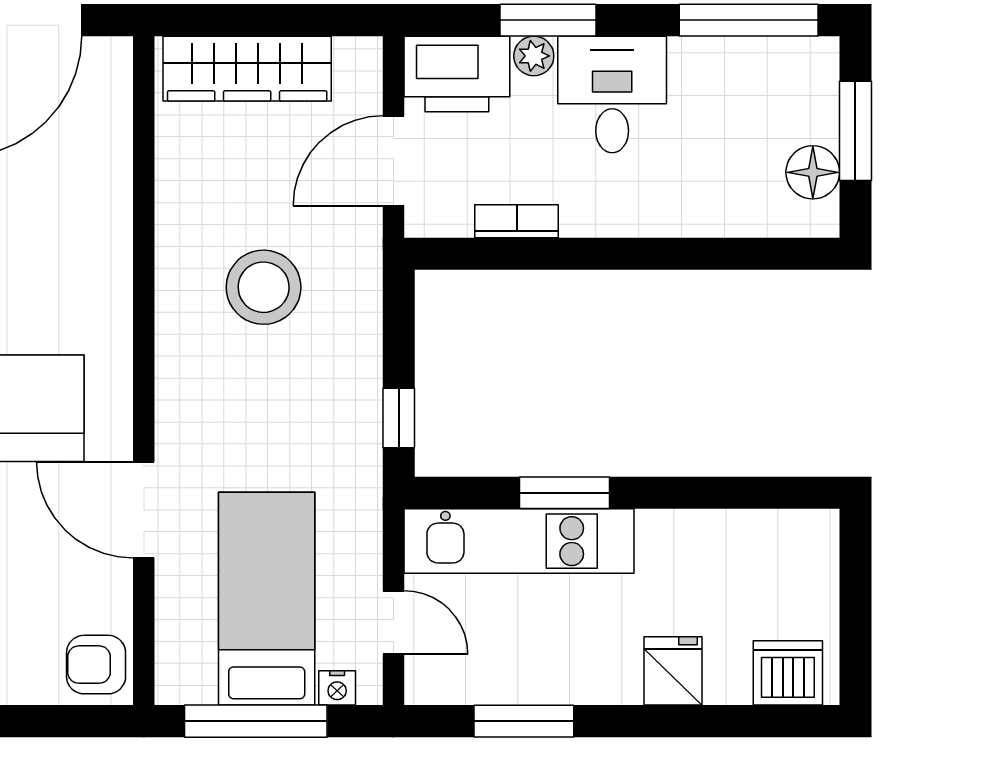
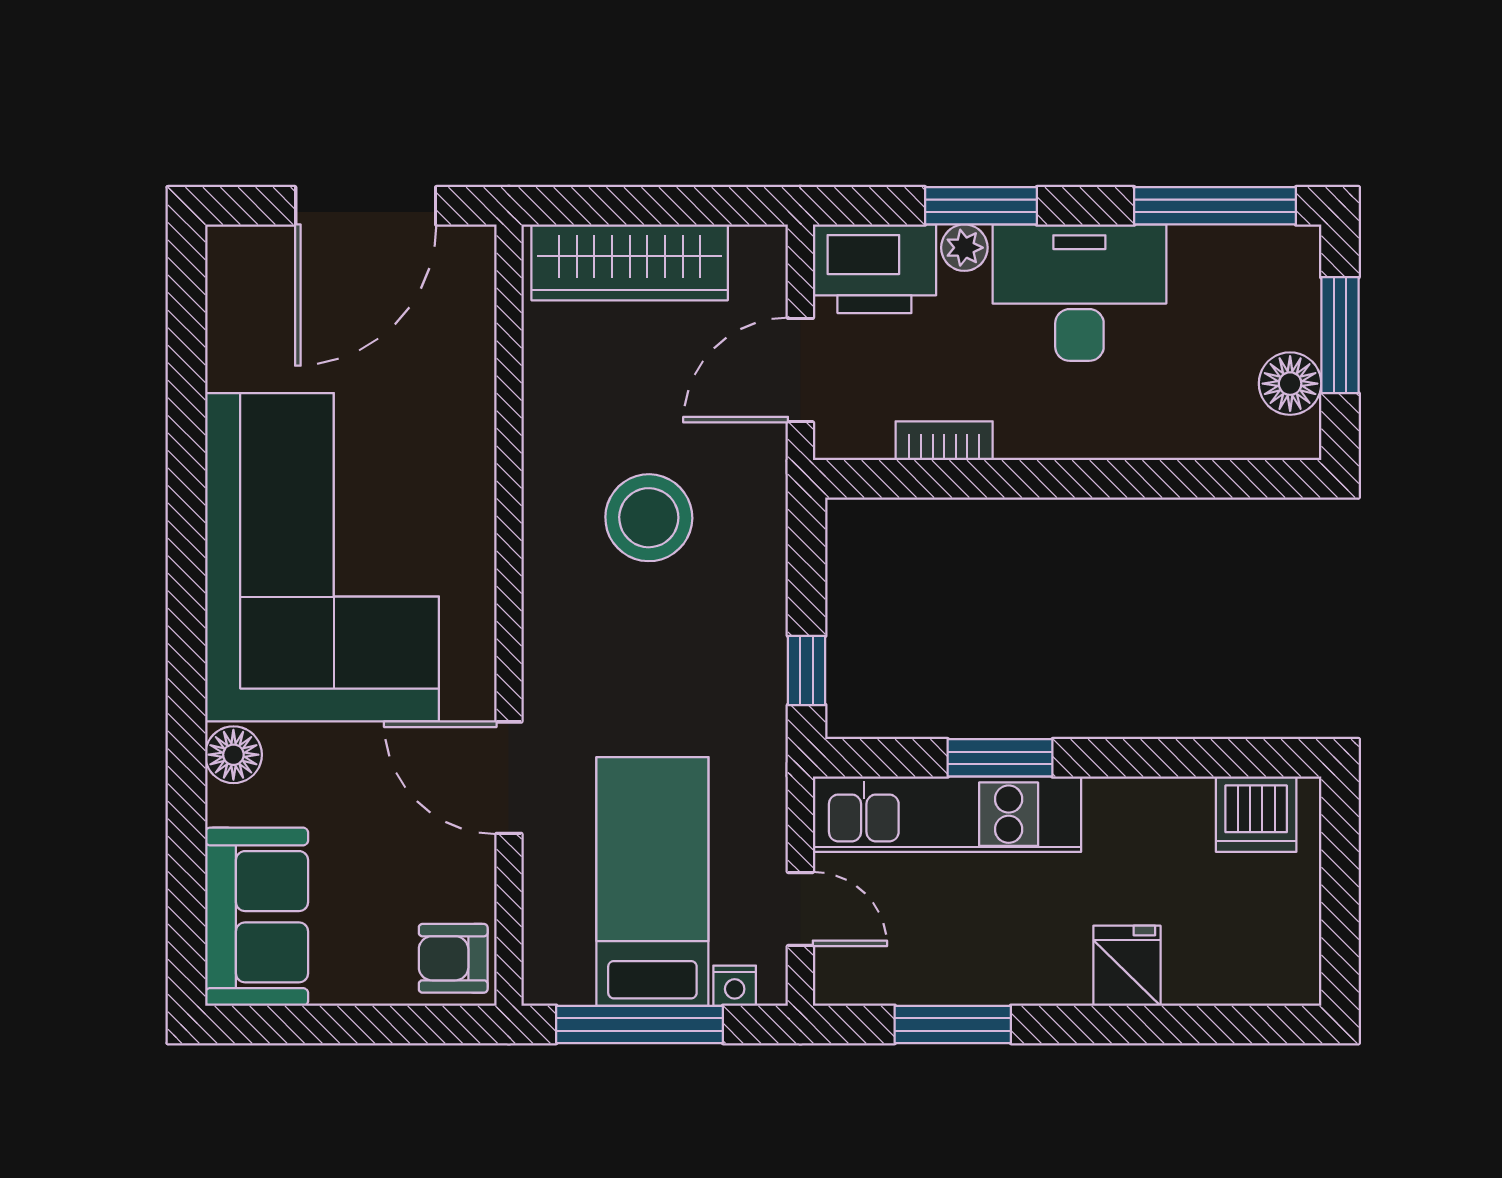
desk: (612, 94) -> (1079, 293), width x1.37
dishwasher: (788, 673) -> (1256, 814), moved, turned 180

